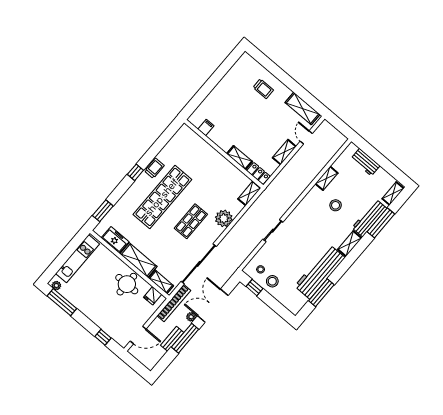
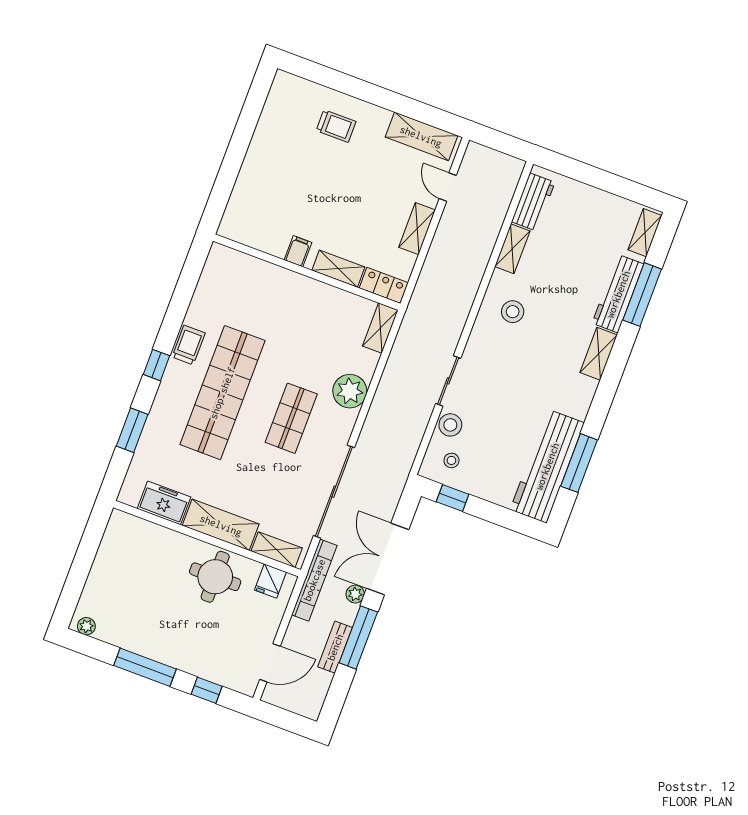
filing cabinet: (206, 127) -> (298, 251), moved
workbench: (365, 162) -> (533, 202), moved, turned -90
stool: (336, 205) -> (513, 312), moved
window: (103, 211) -> (132, 430), moved
kitchen unit: (78, 259) -> (107, 563), removed
workbench: (320, 272) -> (547, 466), moved
stool: (272, 281) -> (450, 425), moved
window: (62, 302) -> (145, 667), moved

